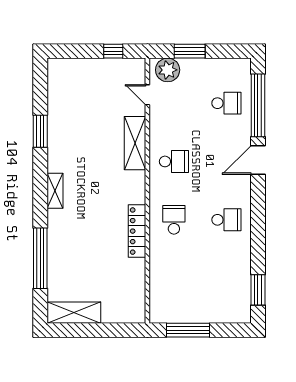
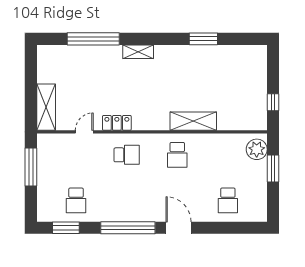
door: (147, 95) -> (84, 132), moved
window: (258, 105) -> (128, 228), moved
shelving: (55, 191) -> (138, 52), moved
school desk: (226, 220) -> (76, 200), moved
locker: (137, 231) -> (117, 123), width x0.66
shelving: (74, 313) -> (46, 107), moved

